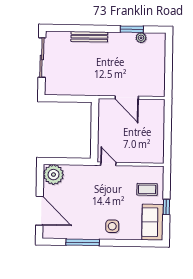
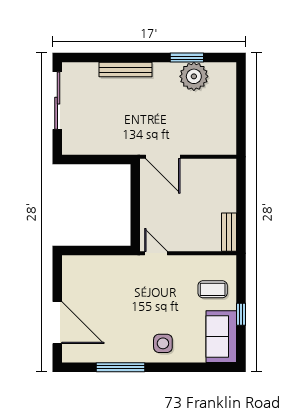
plant: (141, 38) -> (194, 76), width x1.87, depth x1.87
door: (127, 98) -> (163, 157), moved
bench: (159, 150) -> (229, 232), added
plant: (53, 175) -> (77, 270), removed

